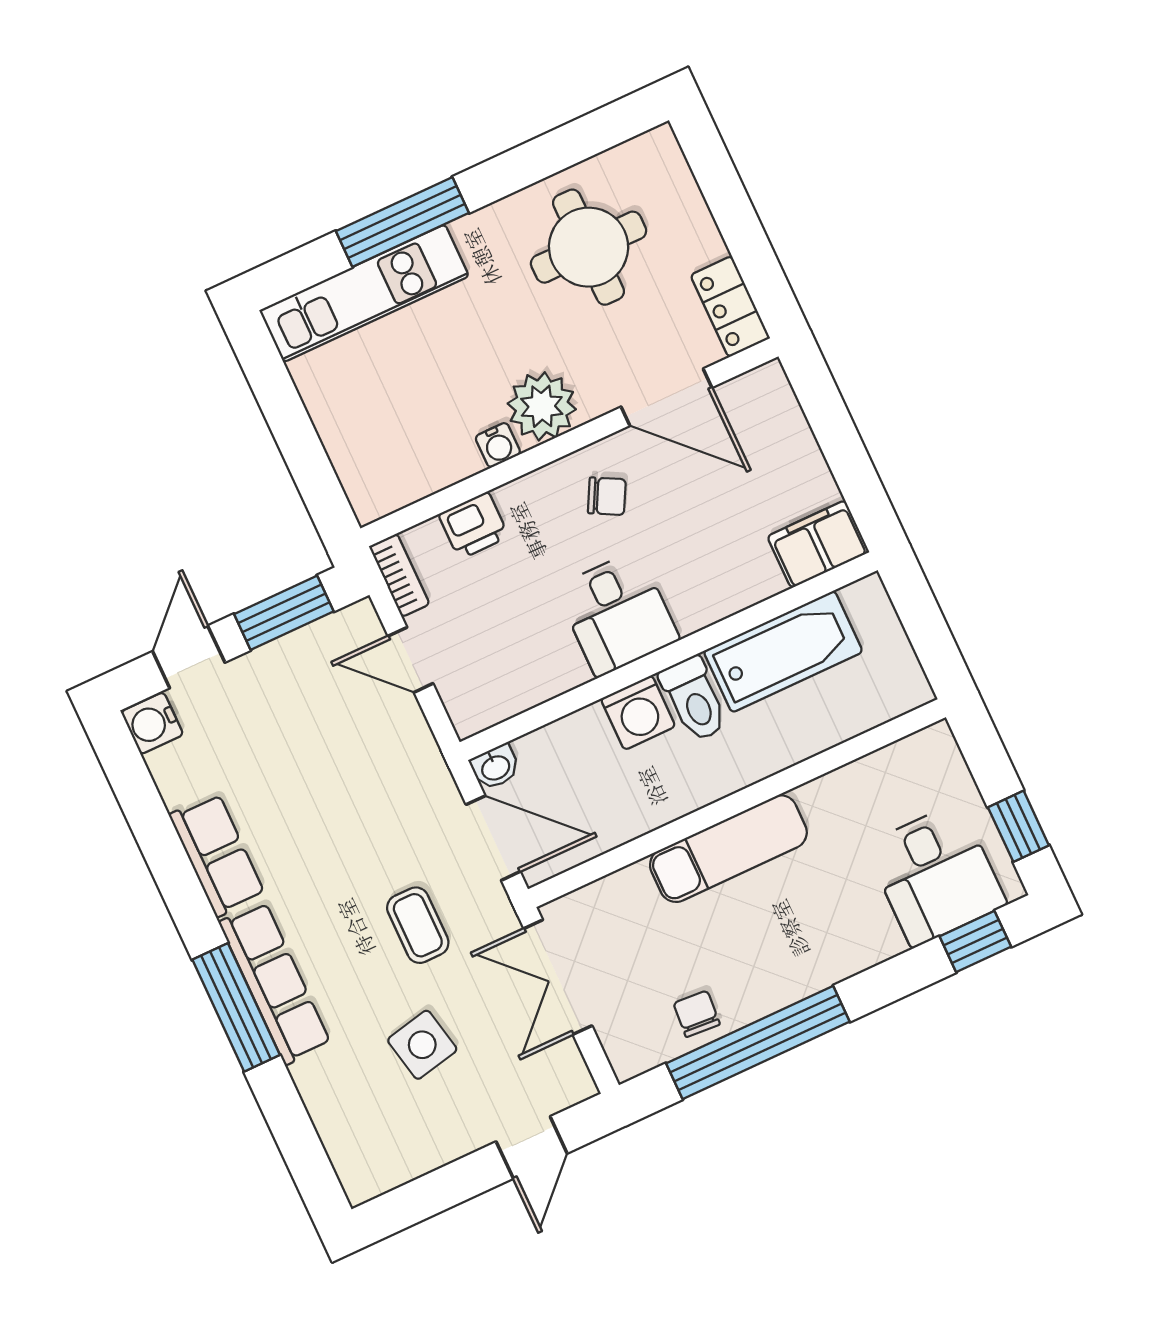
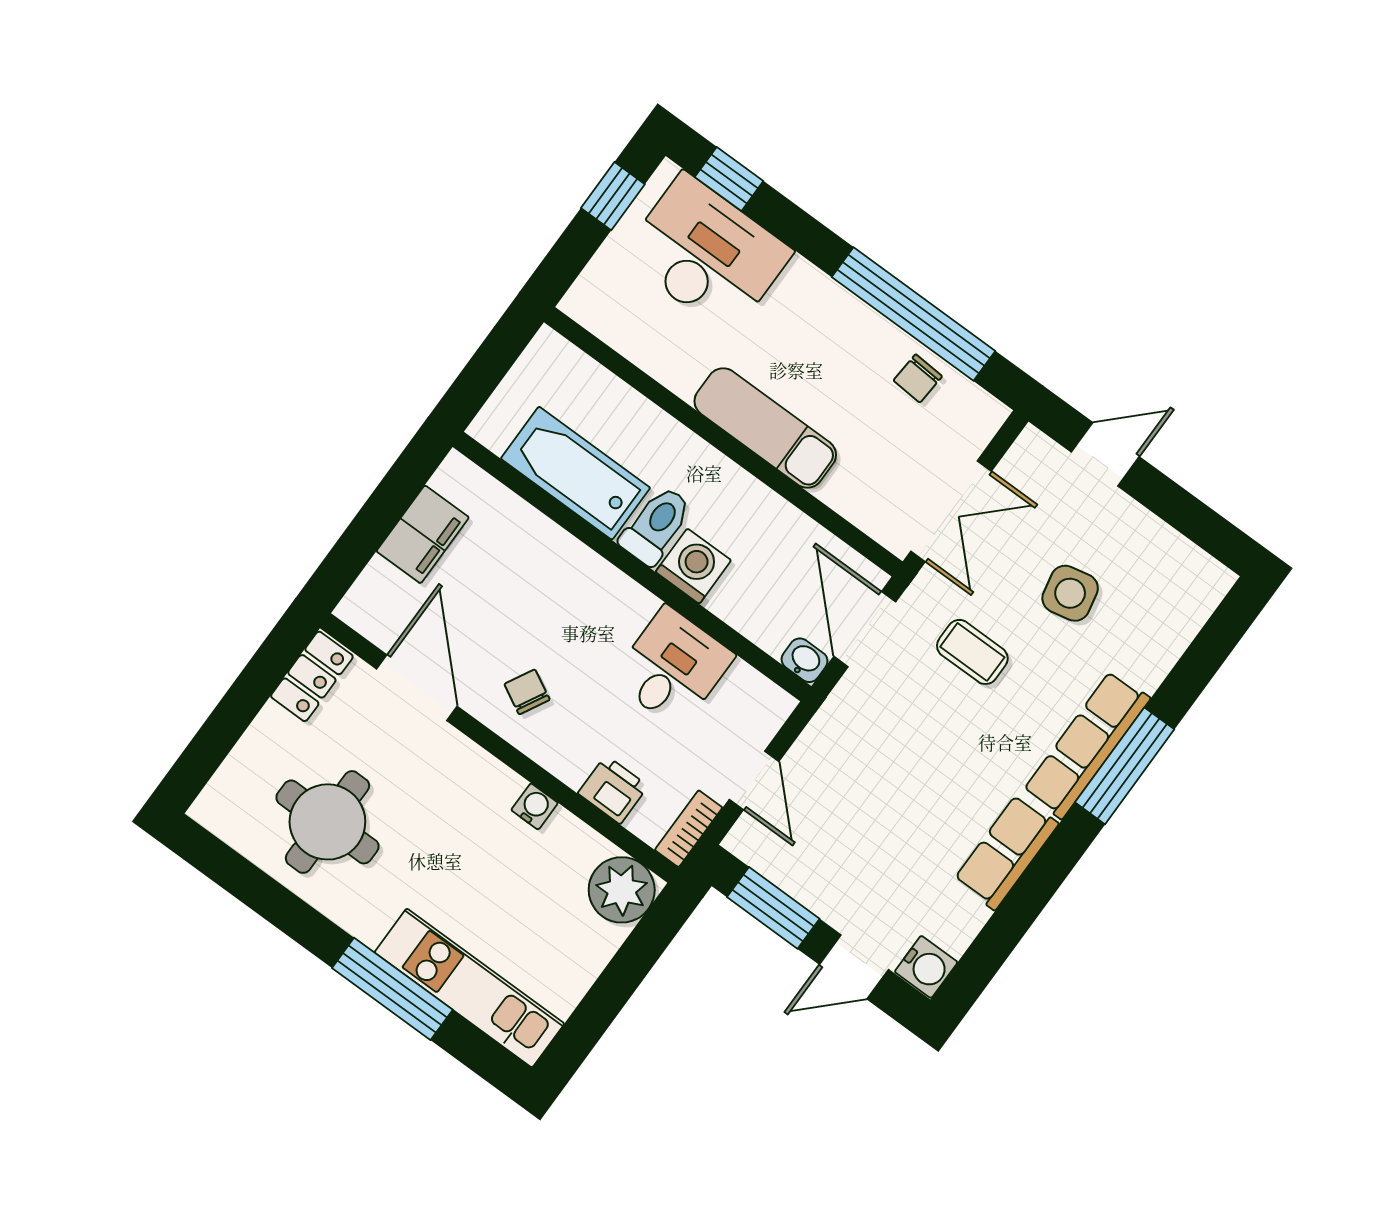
plant: (542, 406) -> (622, 890), moved
filing cabinet: (818, 544) -> (423, 534), moved, turned -90
desk: (617, 613) -> (673, 668), moved
desk: (936, 875) -> (707, 254), width x1.37
coffee table: (418, 925) -> (972, 652), turned 90

